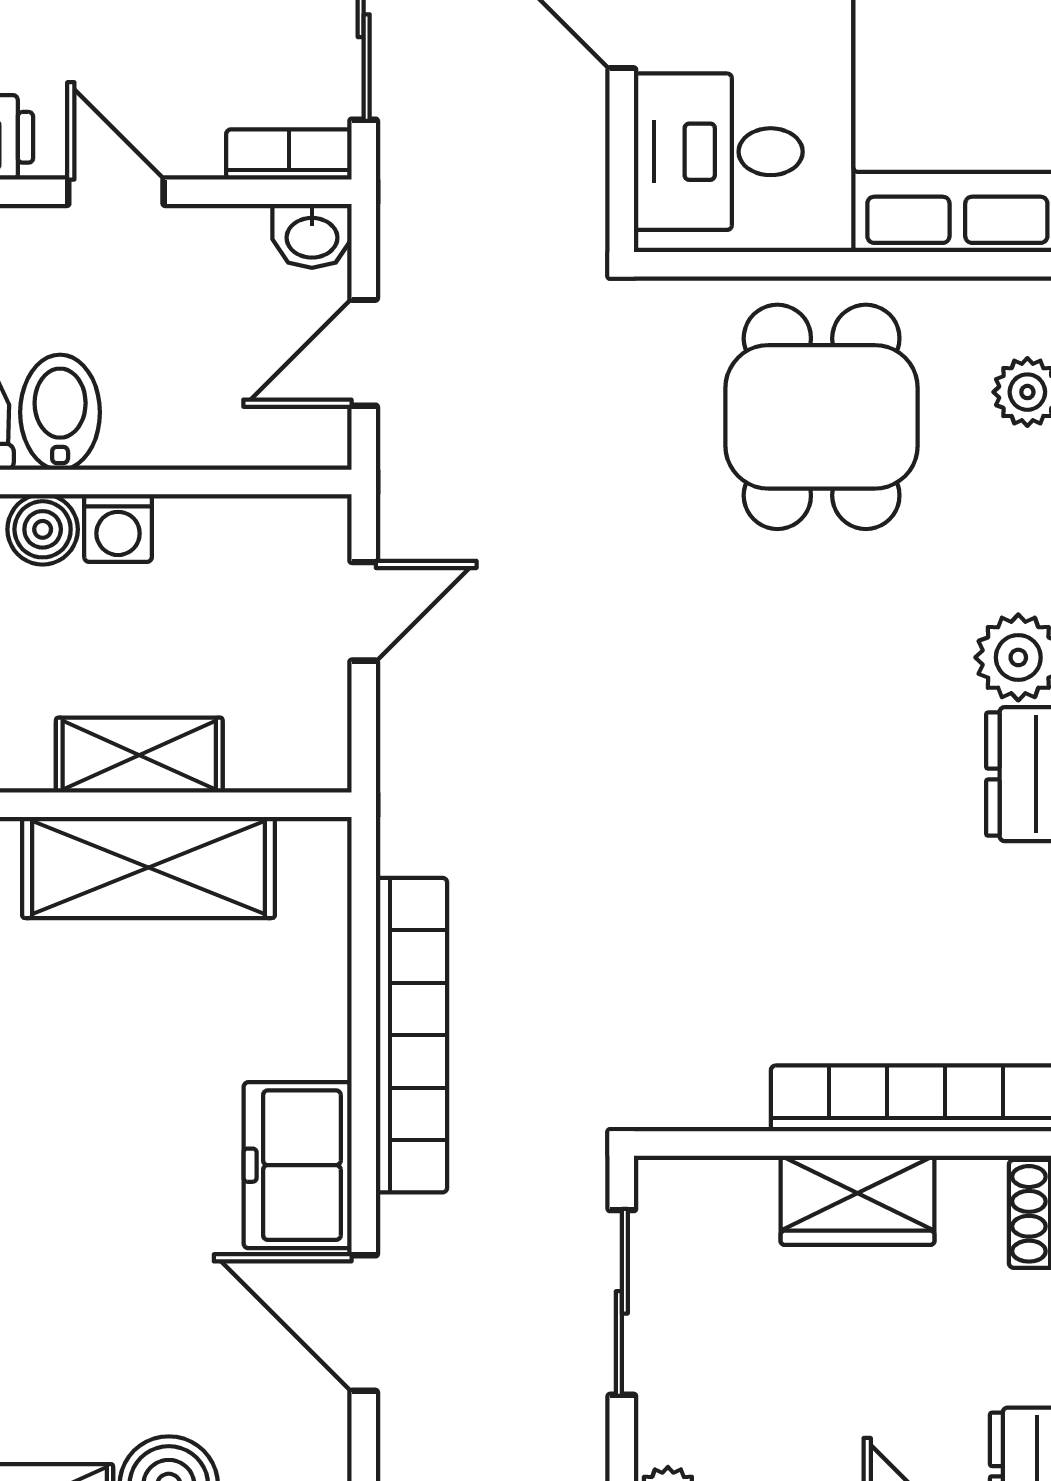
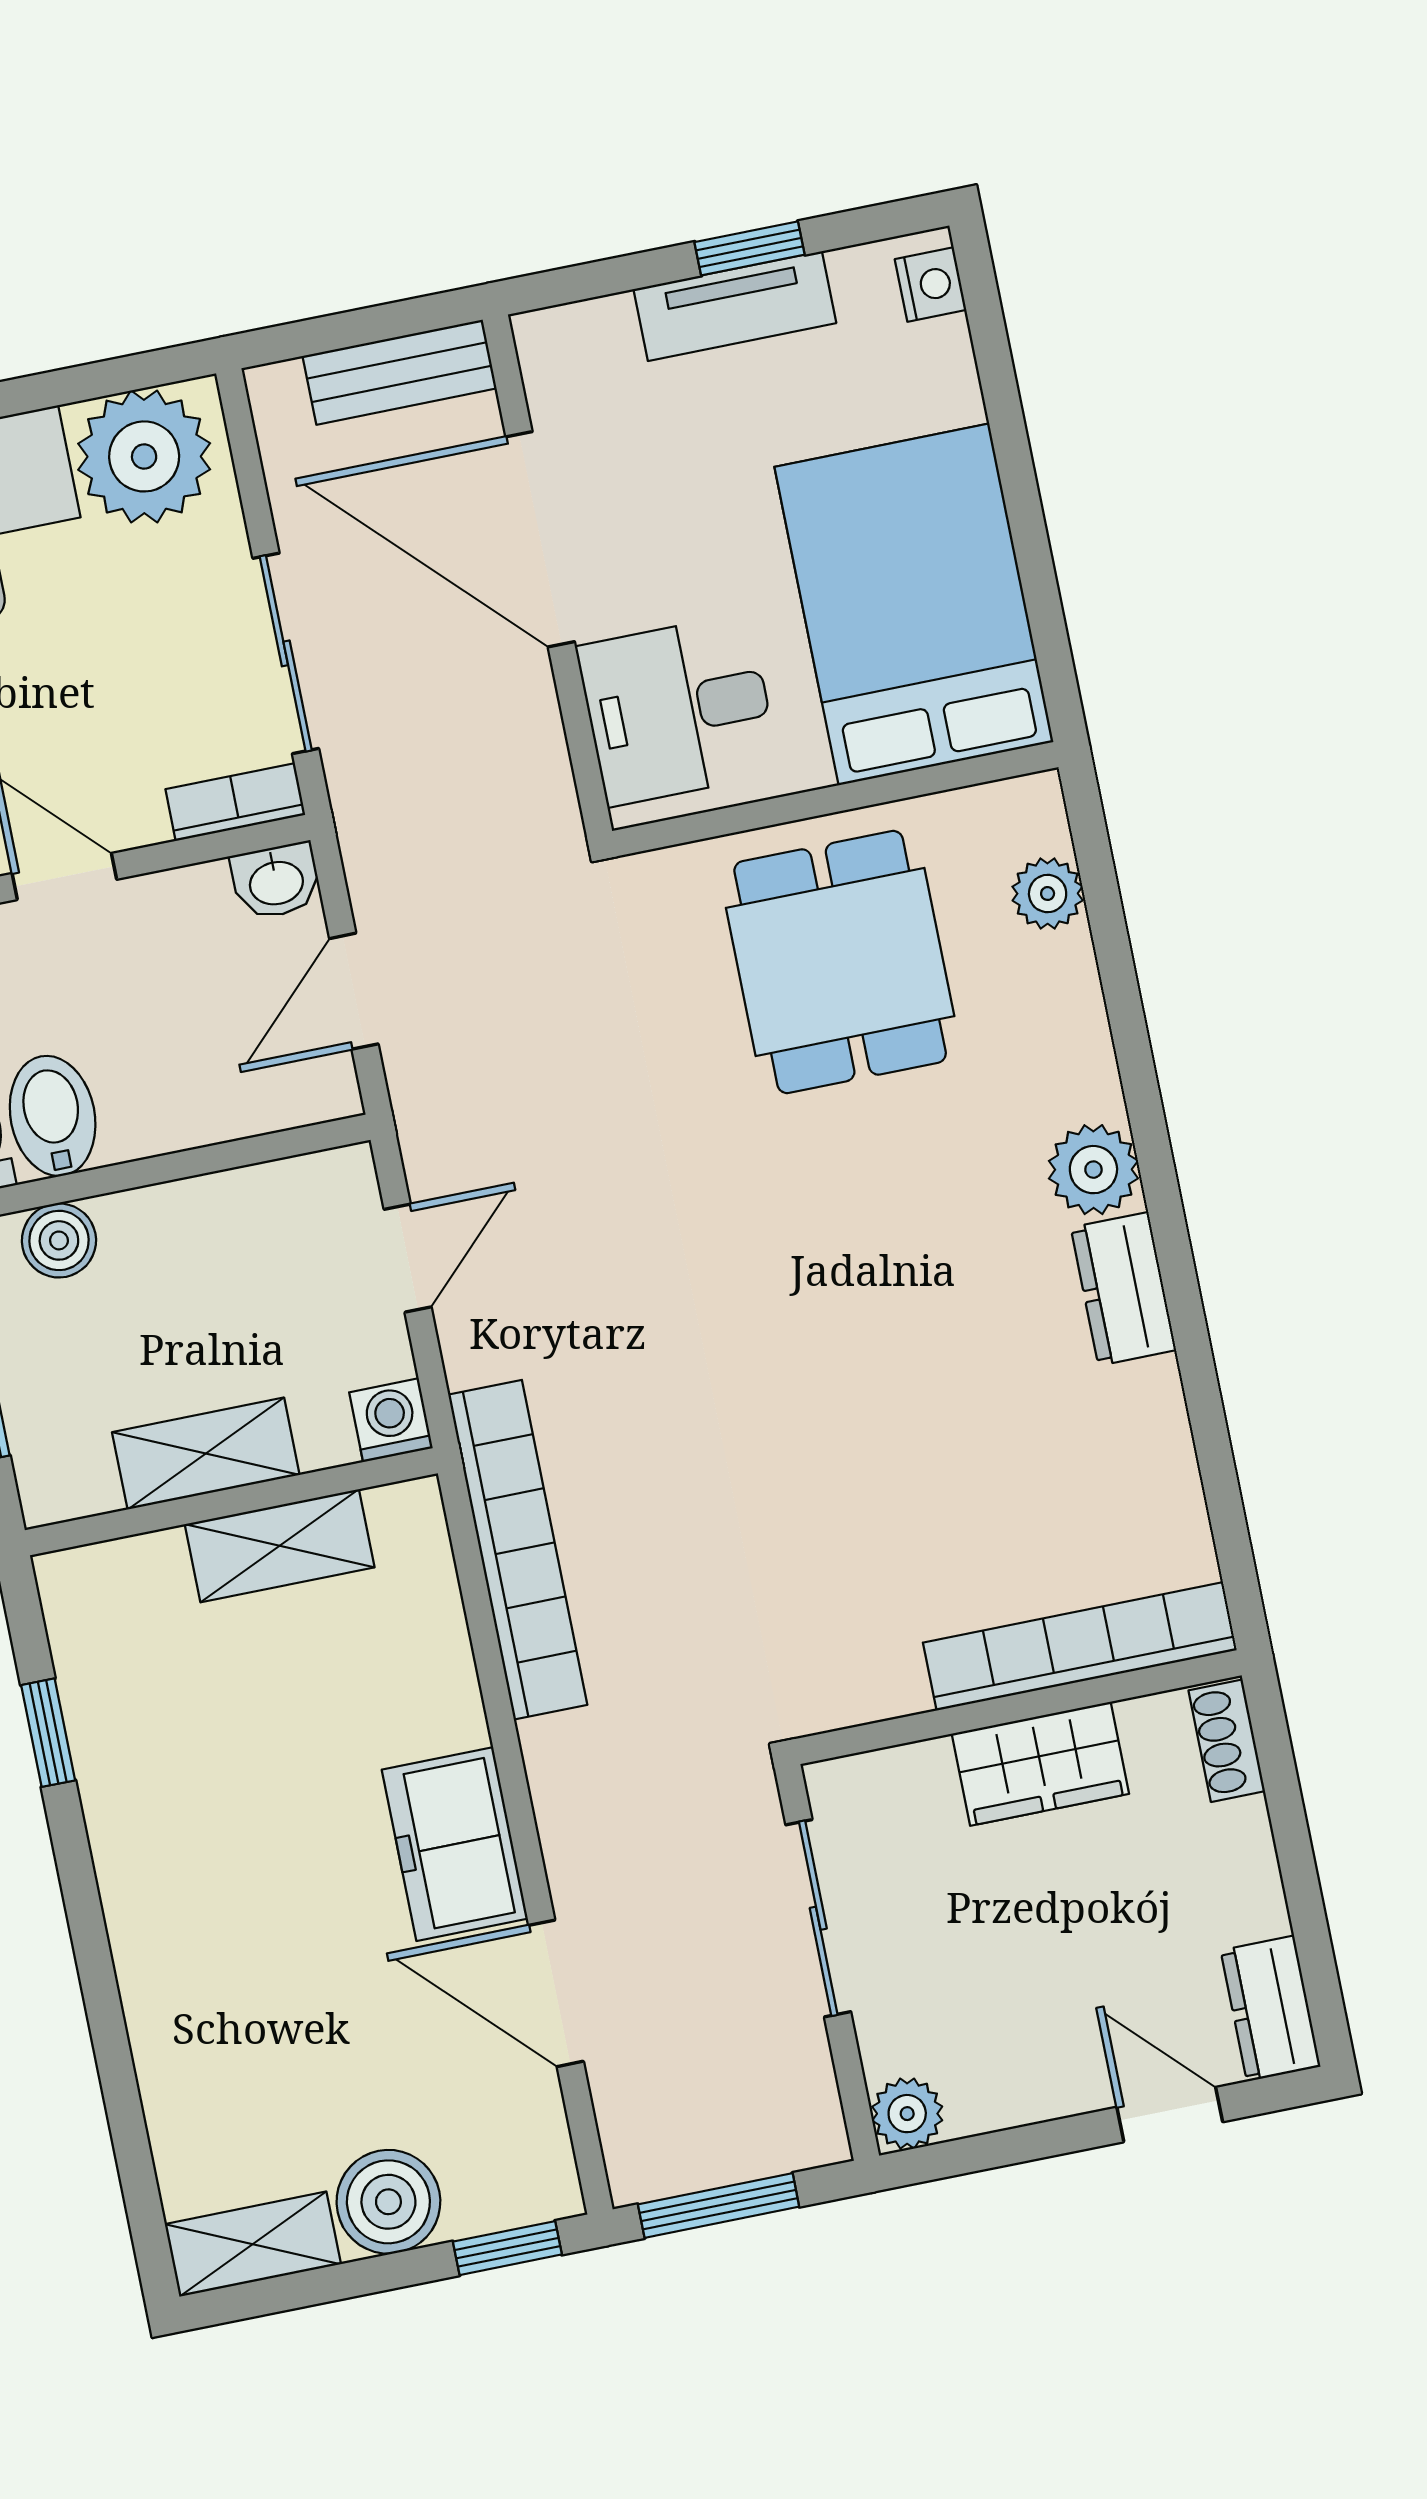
washing machine: (118, 528) -> (391, 1420), moved, turned 180
shelving: (148, 867) -> (280, 1546), width x0.67, depth x0.75
bookcase: (411, 1035) -> (518, 1550), moved

